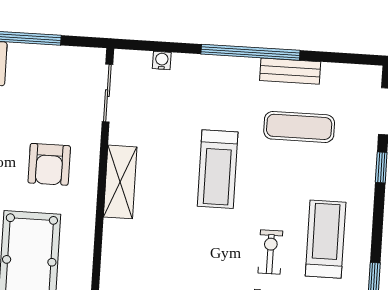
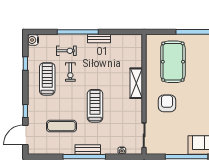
bench: (290, 71) -> (88, 150), moved
shelving: (120, 182) -> (136, 83), moved
treadmill: (326, 239) -> (47, 79), turned 180

